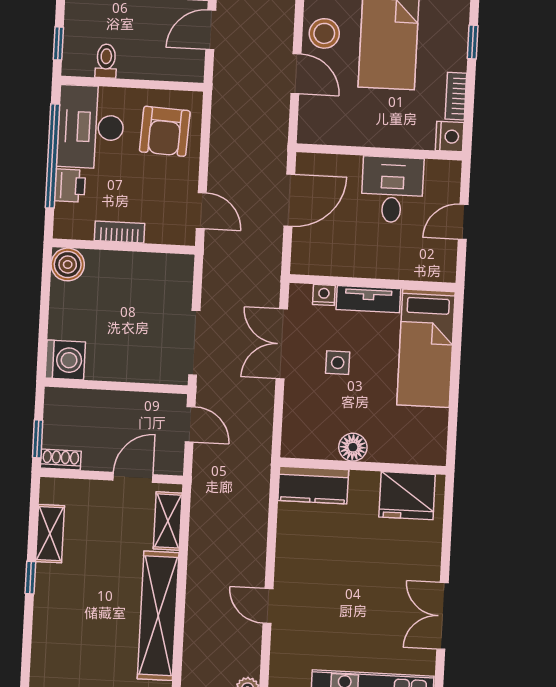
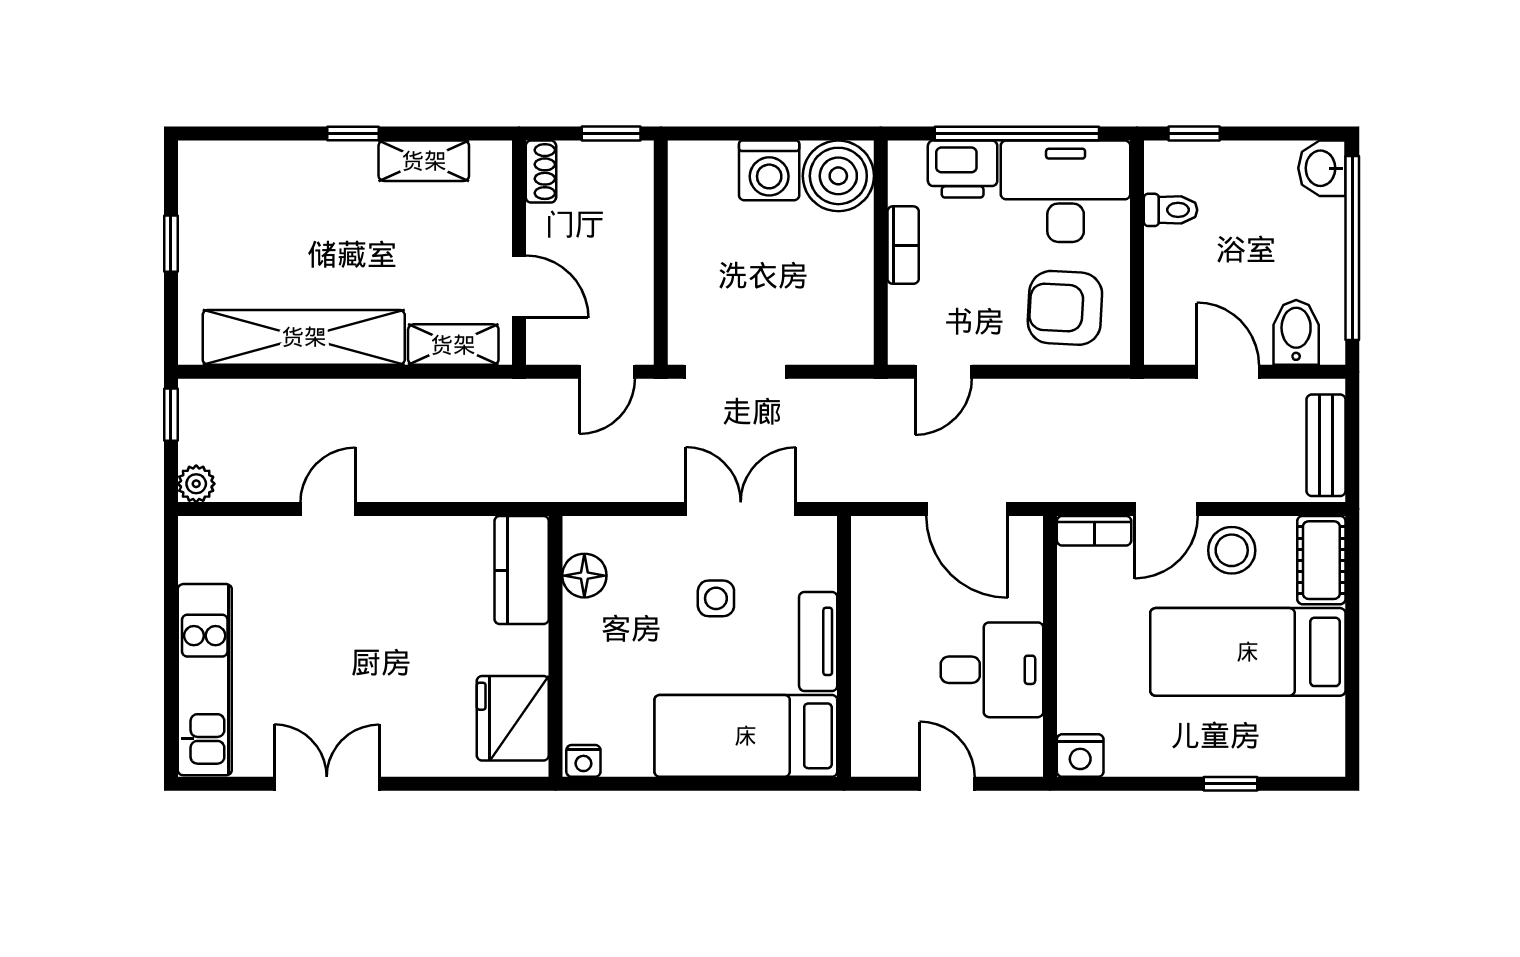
bookcase: (456, 96) -> (1094, 531), moved, turned 180
printer: (70, 186) -> (963, 169), width x1.36, depth x1.24
boiler: (68, 264) -> (838, 176), width x1.37, depth x1.37
nightstand: (324, 295) -> (583, 761), moved, turned 90
washing machine: (65, 360) -> (769, 170), moved
window: (38, 439) -> (611, 134), moved
floor lamp: (353, 447) -> (584, 576), moved

